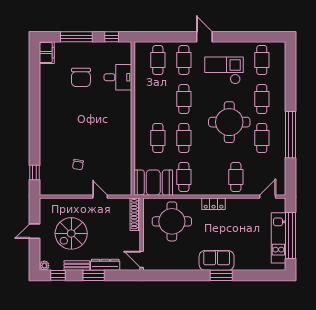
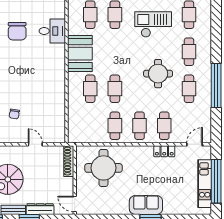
cafe table: (184, 99) -> (140, 126), moved
round table: (229, 122) -> (158, 74), width x0.73, depth x0.73
booth: (153, 183) -> (80, 54), moved, turned 90
locker: (214, 204) -> (164, 151), moved

